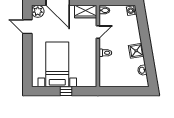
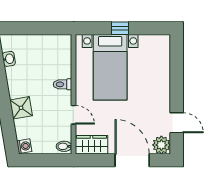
door: (98, 32) -> (74, 115), swing flipped
shower: (136, 51) -> (21, 108), moved
bed with nightstands: (57, 64) -> (110, 67), moved

